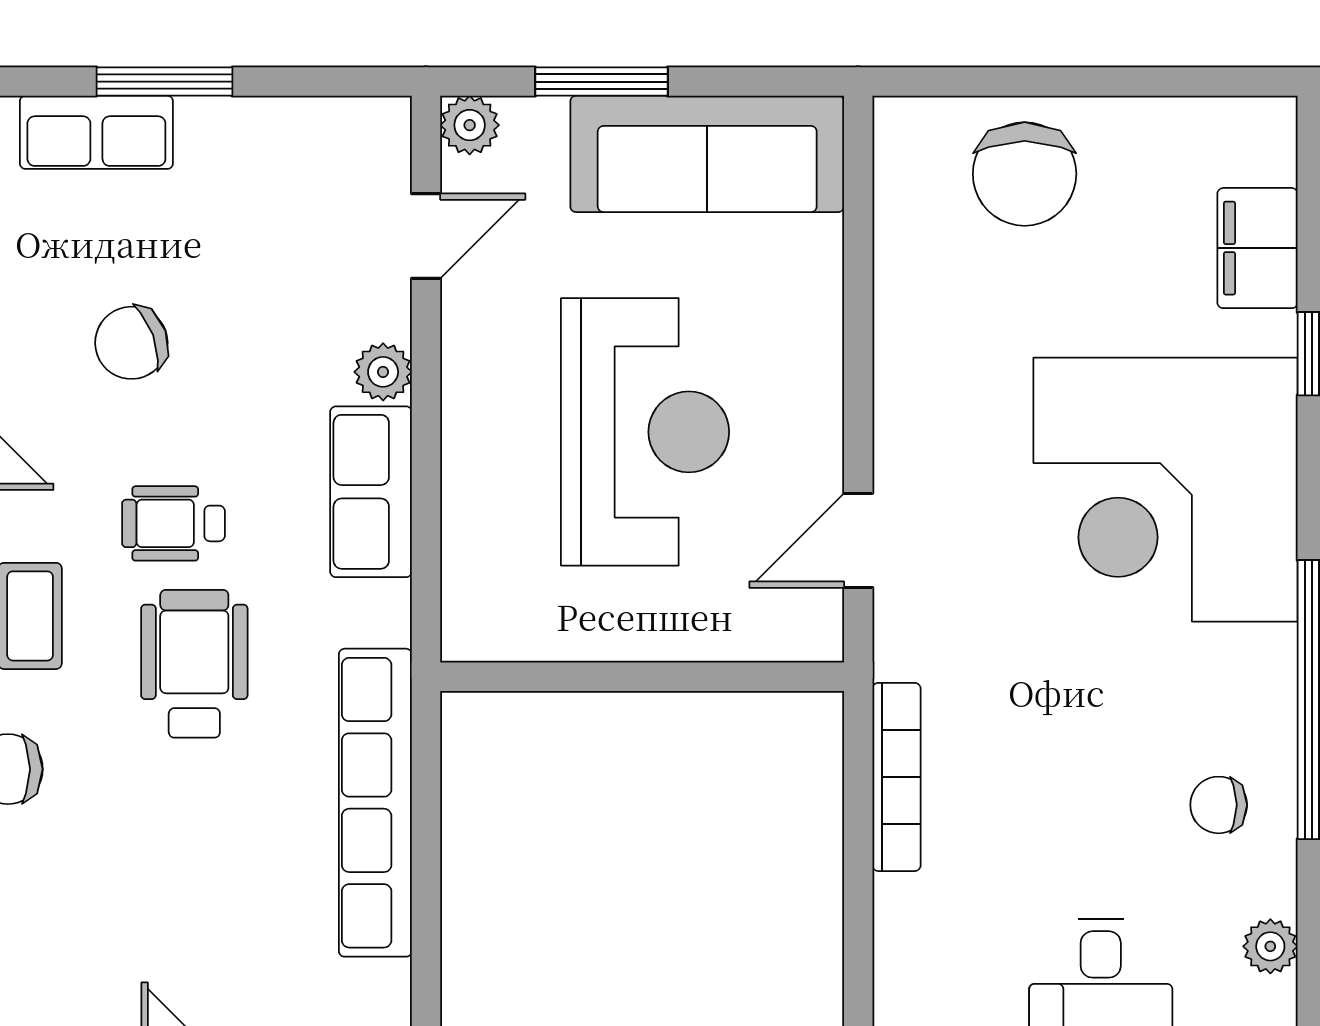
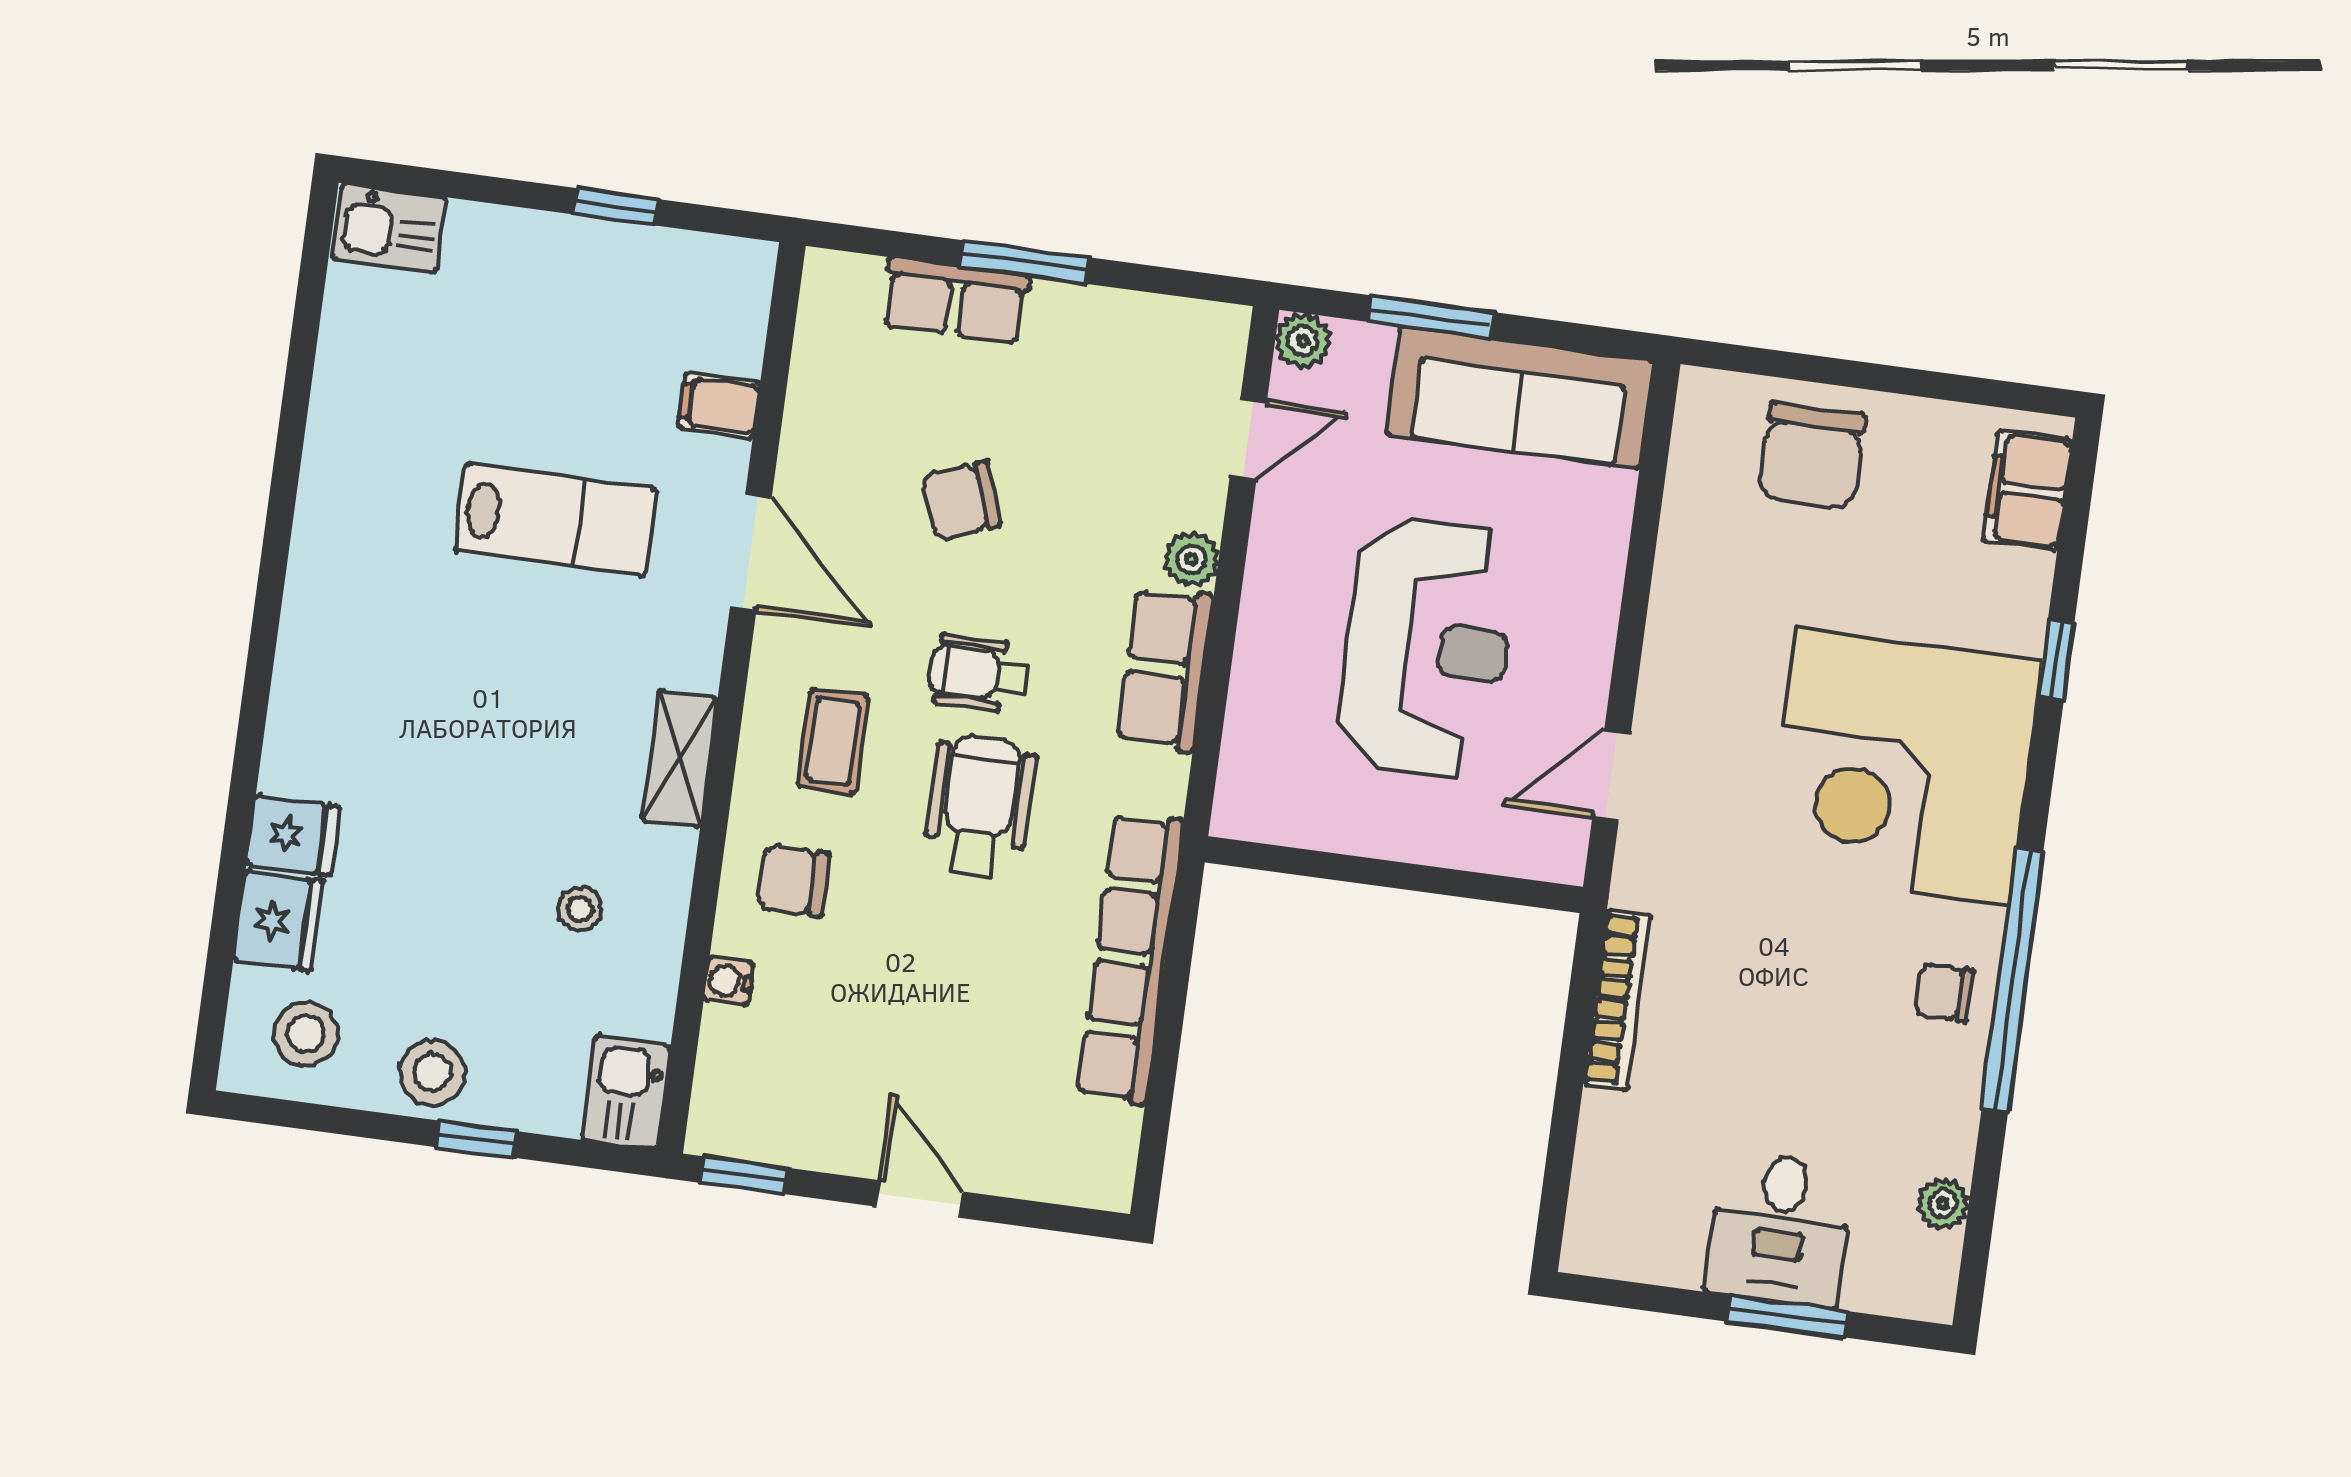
filing cabinet: (1257, 248) -> (2027, 490), moved
chair: (1219, 805) -> (1944, 993), moved

